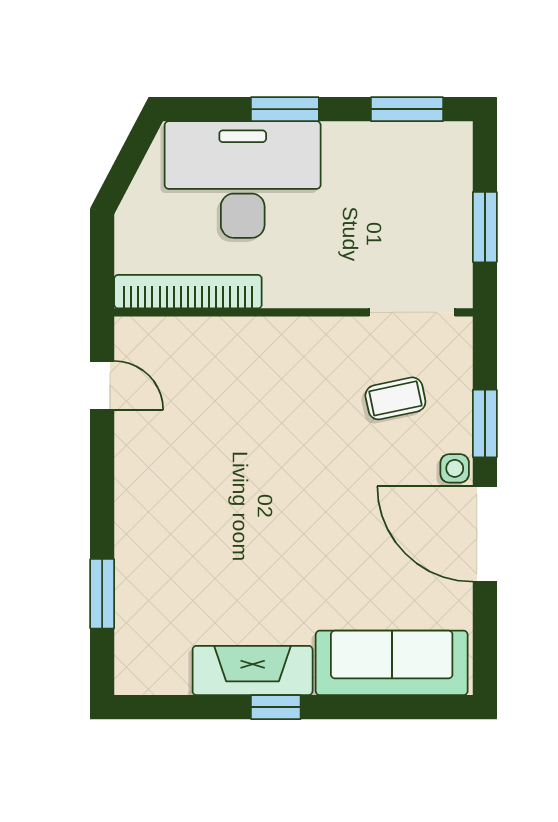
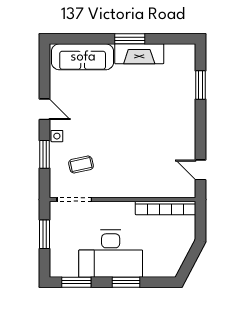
desk: (243, 179) -> (111, 254), moved
door: (485, 534) -> (45, 109), width x0.53
window: (276, 707) -> (130, 39), width x1.50

